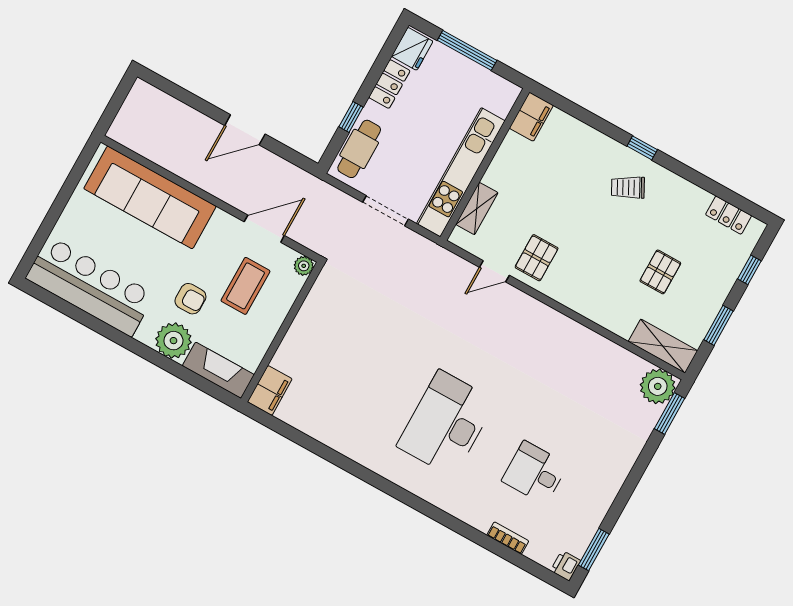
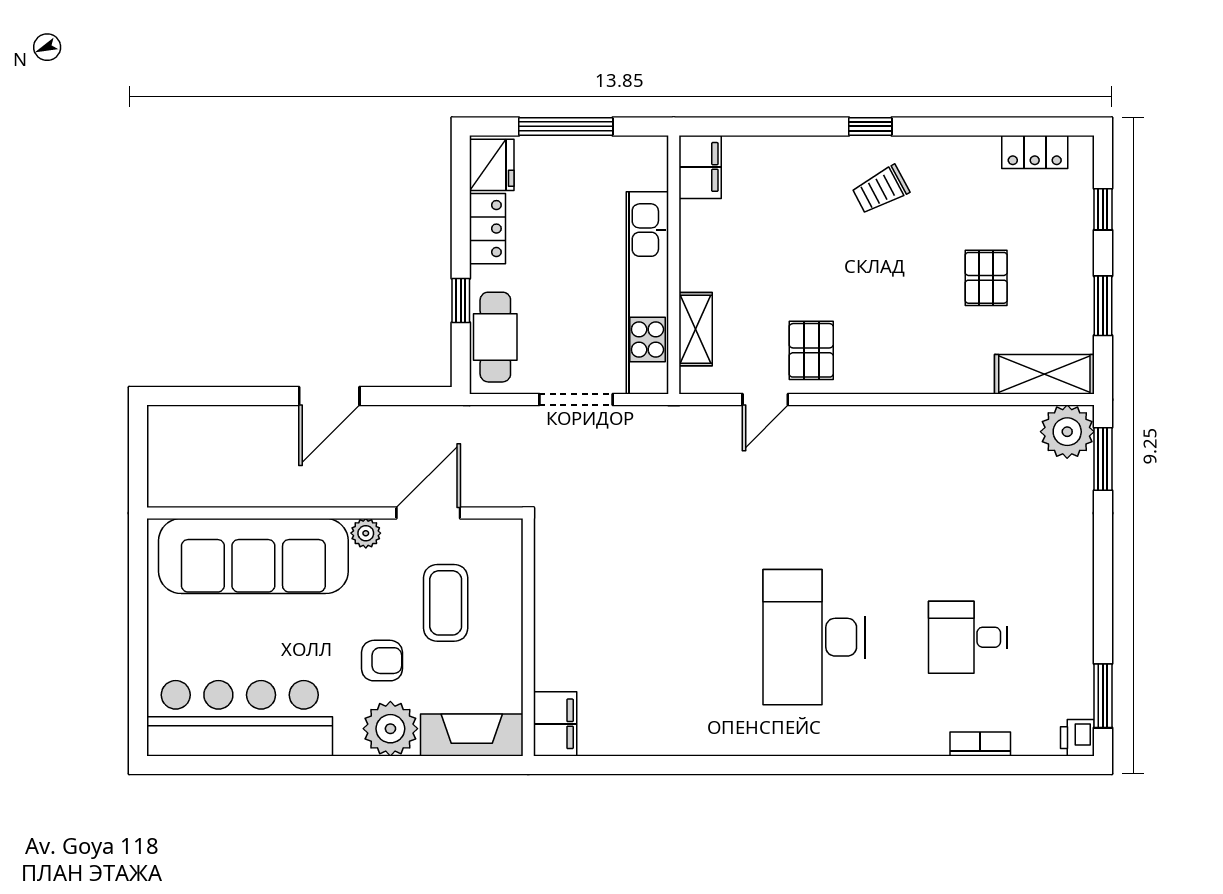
plant: (304, 266) -> (366, 533), moved

